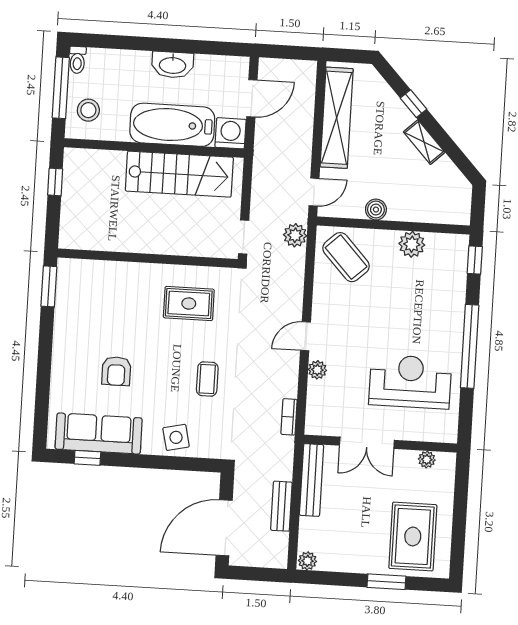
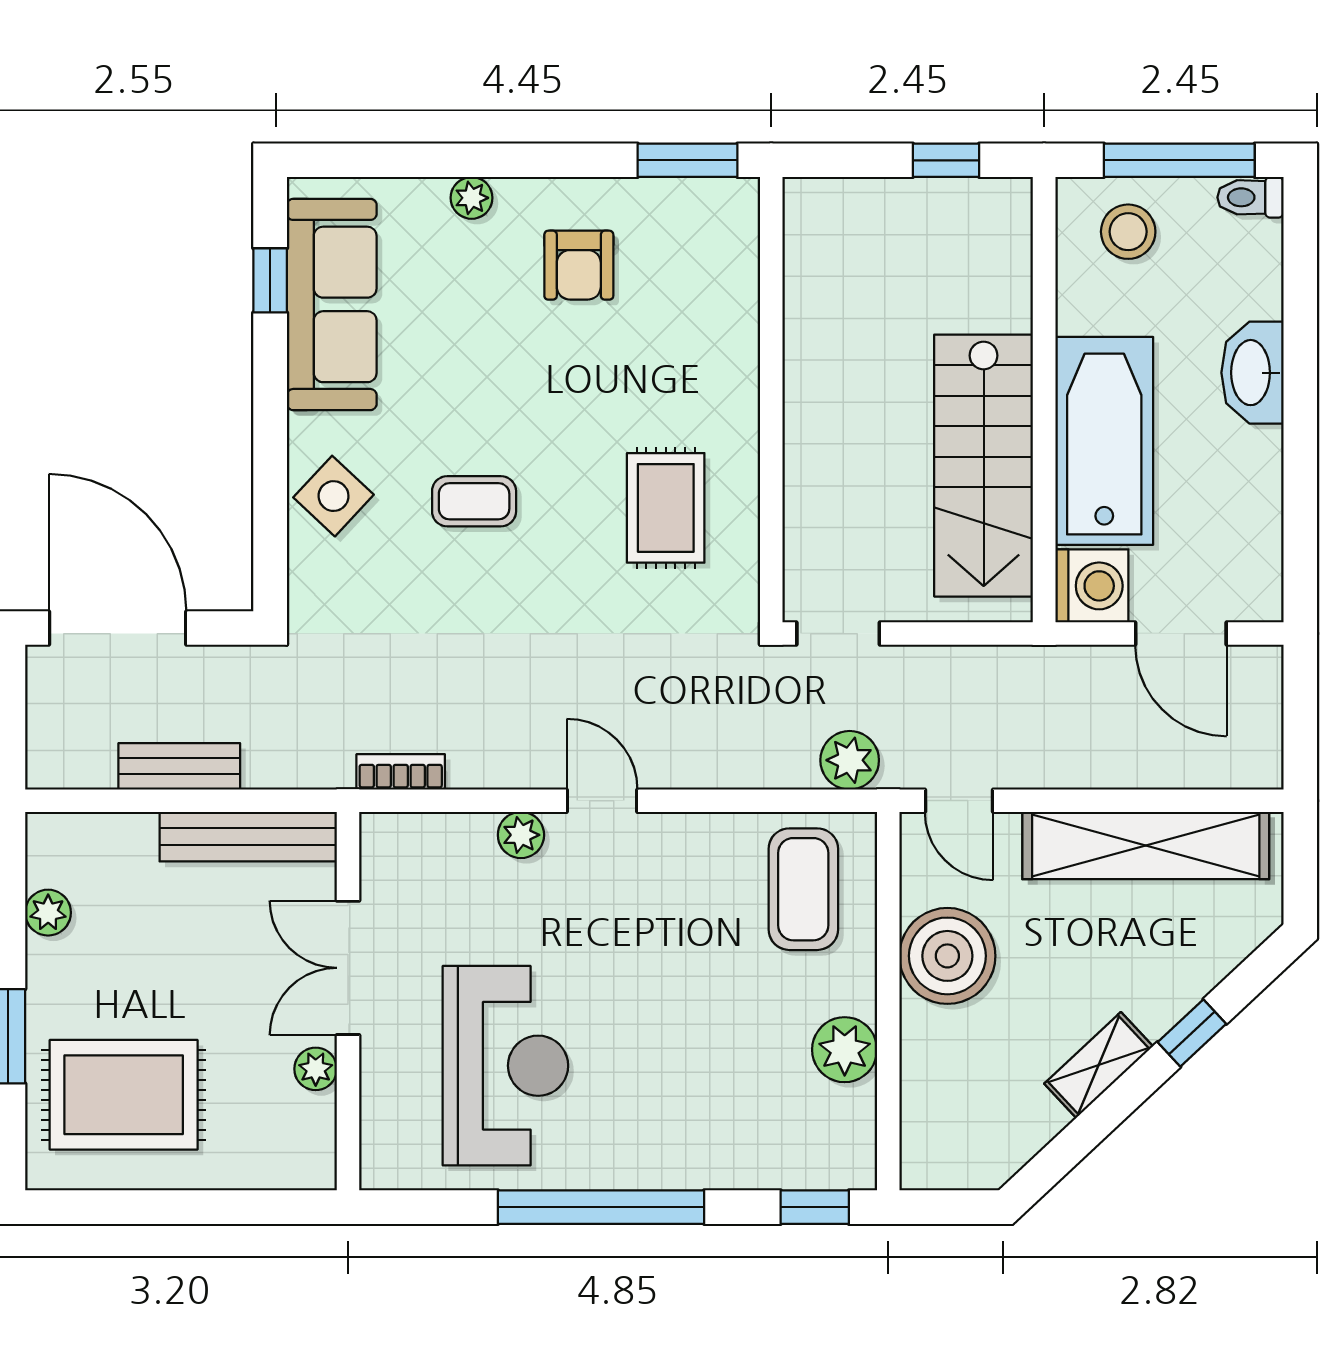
washbasin: (173, 65) -> (1252, 373), moved
boiler: (376, 209) -> (947, 956), width x1.86, depth x1.86
coffee table: (346, 257) -> (803, 889), turned -47
armchair: (116, 371) -> (579, 265), moved, turned -90
plant: (59, 374) -> (472, 198), added
coffee table: (207, 379) -> (474, 501), moved
side table: (176, 437) -> (334, 496), turned -34
plant: (427, 460) -> (316, 1069), moved
plant: (307, 561) -> (48, 913), moved

